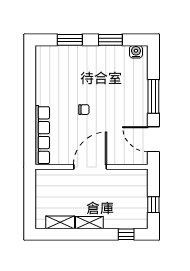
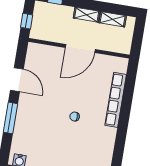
door: (90, 167) -> (80, 48), moved
wall: (92, 167) -> (79, 48), moved

